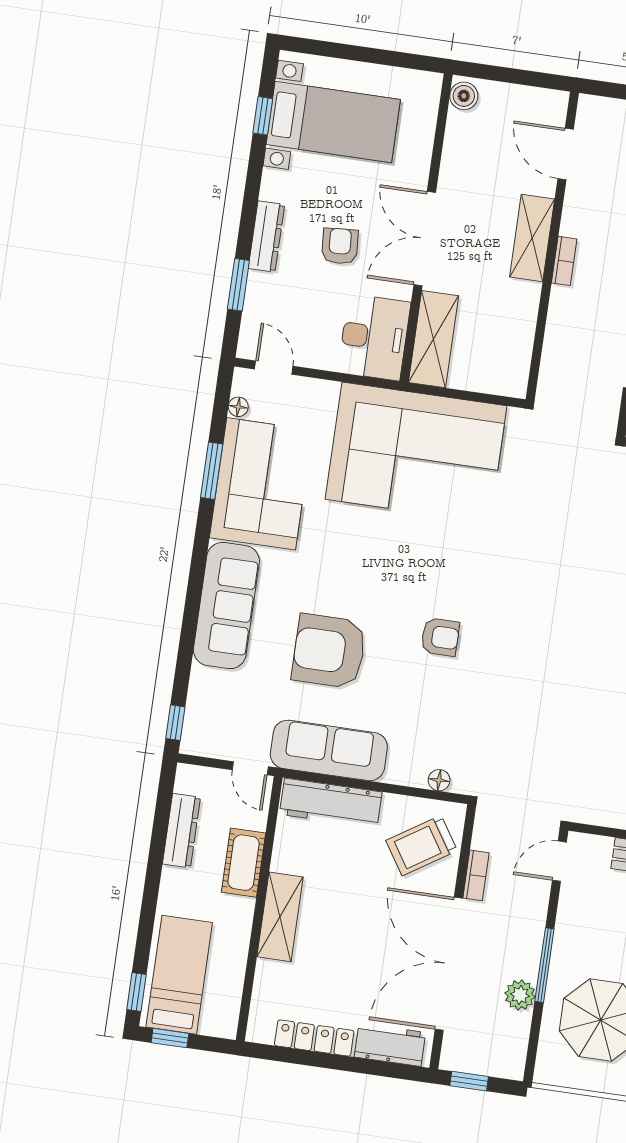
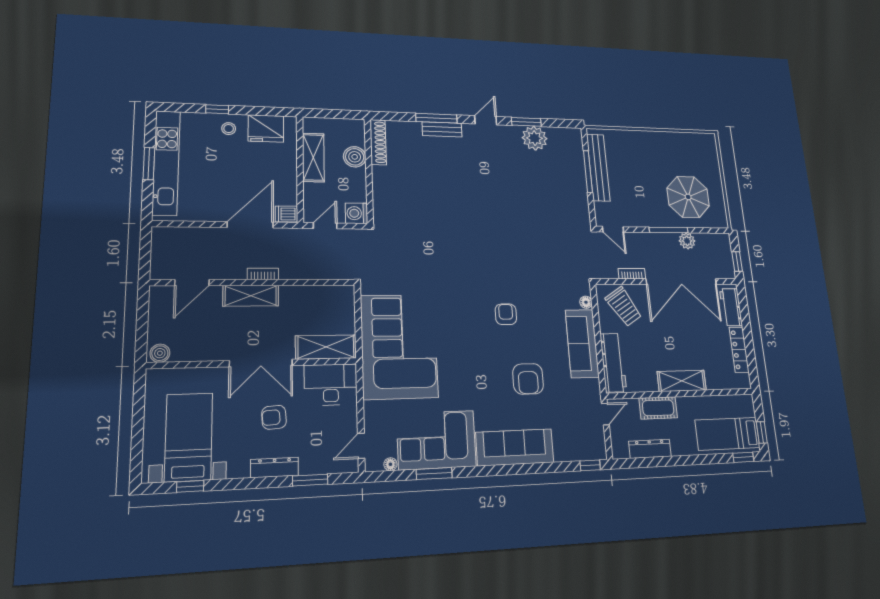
armchair: (329, 651) -> (528, 379), width x0.73, depth x0.73
sofa: (329, 750) -> (582, 343), moved

